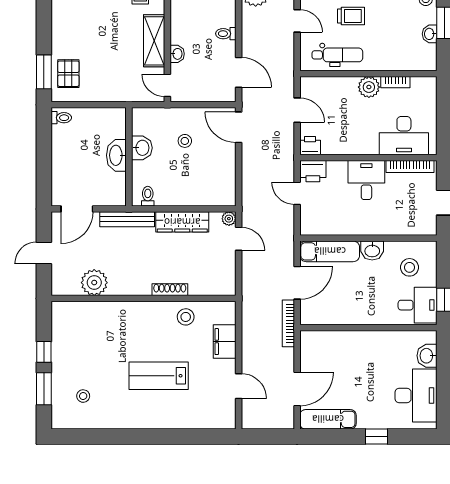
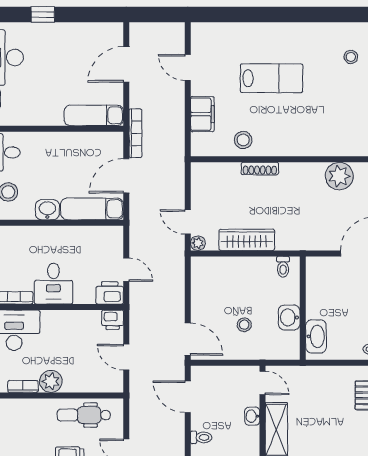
washbasin: (116, 155) -> (316, 336), moved
bench: (127, 219) -> (305, 242), removed
exam couch: (328, 419) -> (94, 115), moved, turned 180

